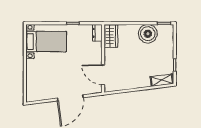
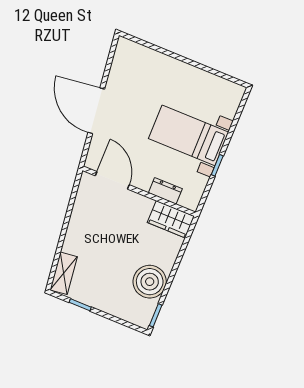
dresser: (97, 33) -> (165, 191), moved
bed with nightstands: (46, 42) -> (189, 135), moved, turned 90
door: (103, 75) -> (112, 180), hinge flipped

